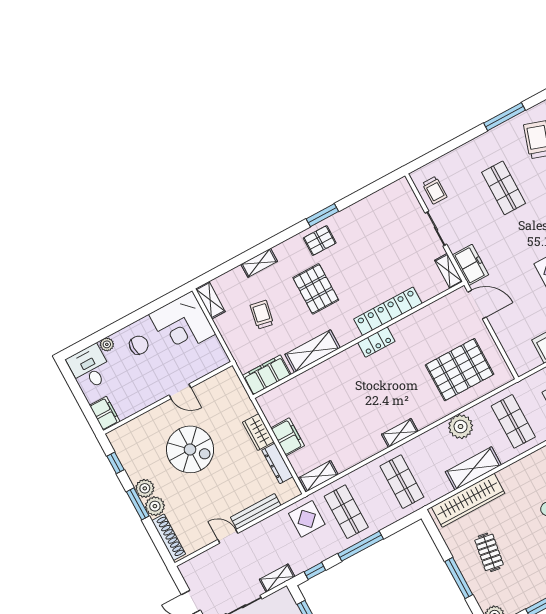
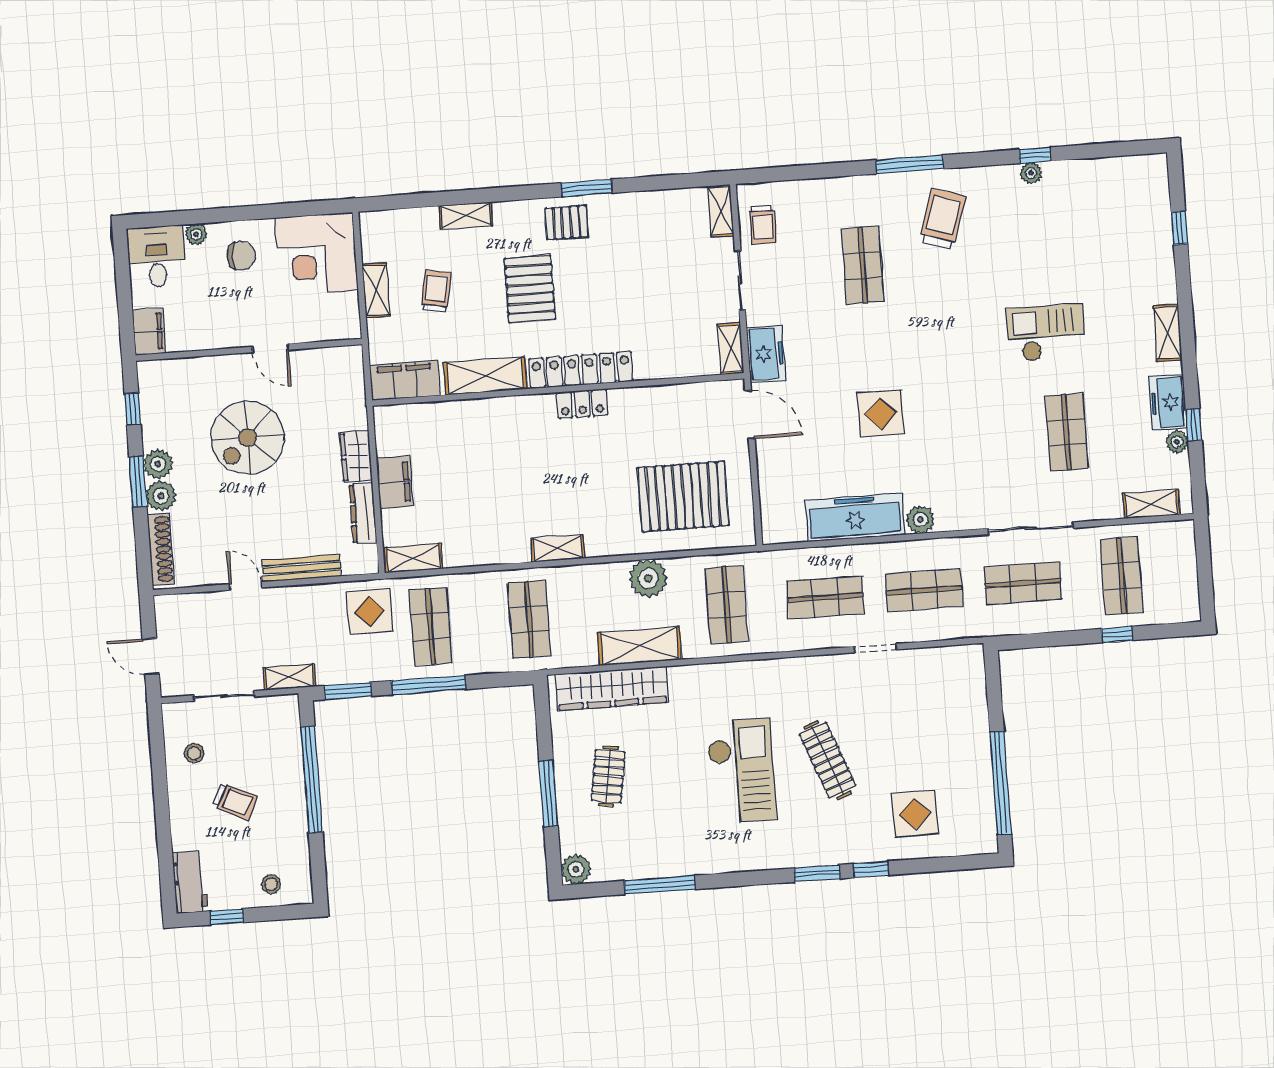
shelving: (406, 193) -> (721, 211), added
shelving: (210, 300) -> (376, 290), moved
locker: (388, 311) -> (581, 370), moved
spiral stairs: (190, 449) -> (247, 438), turned 90
window: (315, 571) -> (348, 691), width x1.50

